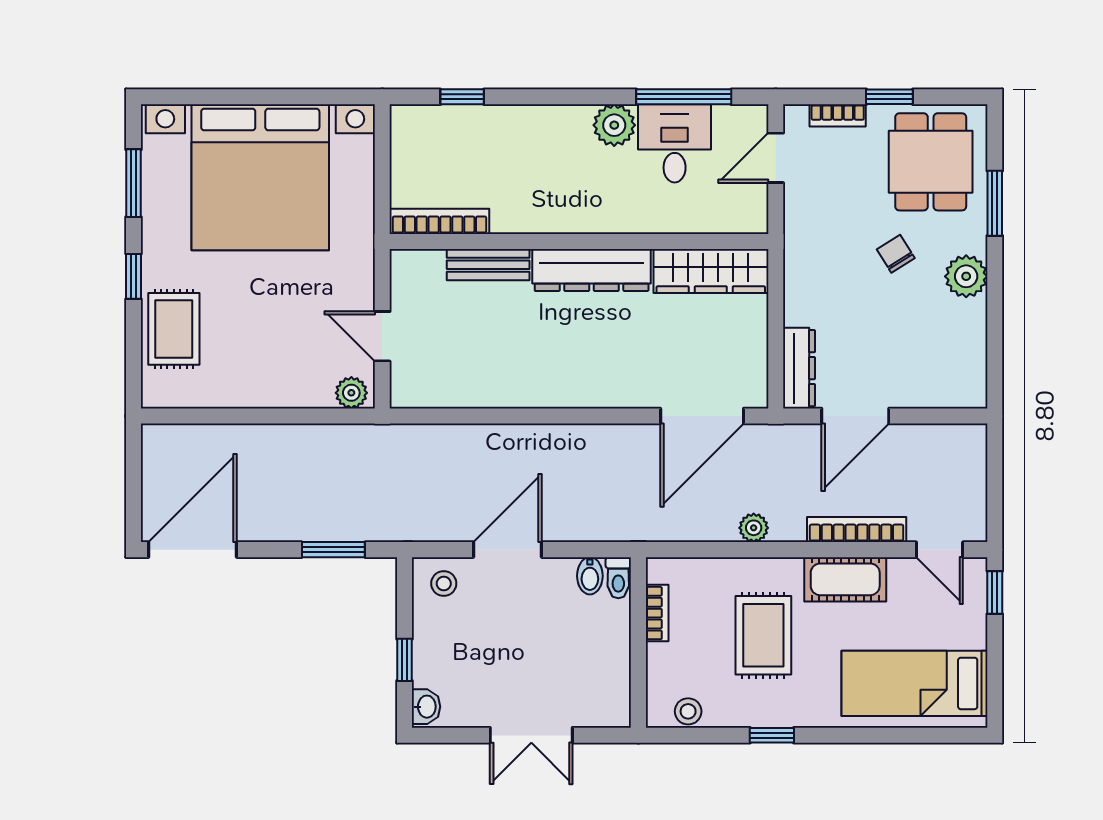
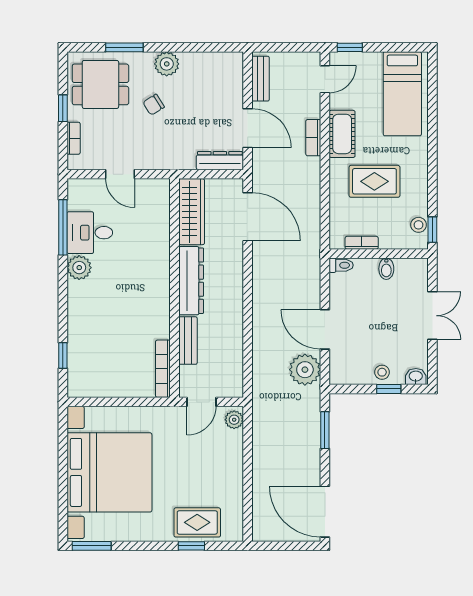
door: (776, 158) -> (120, 174), moved
window: (133, 183) -> (92, 546), moved
bookcase: (440, 221) -> (163, 369), moved
wall: (579, 242) -> (175, 288), moved
bench: (488, 265) -> (188, 341), moved
dresser: (592, 270) -> (191, 281), moved
wardrobe: (711, 271) -> (192, 212), moved
window: (133, 276) -> (191, 546), moved
bench: (941, 438) -> (261, 79), added
plant: (754, 528) -> (305, 370), moved, width x1.88, depth x1.88
bookcase: (857, 530) -> (313, 138), width x0.64
bidet: (590, 576) -> (386, 269), moved, turned 90
stool: (444, 583) -> (382, 372), moved
window: (772, 735) -> (432, 230), moved

